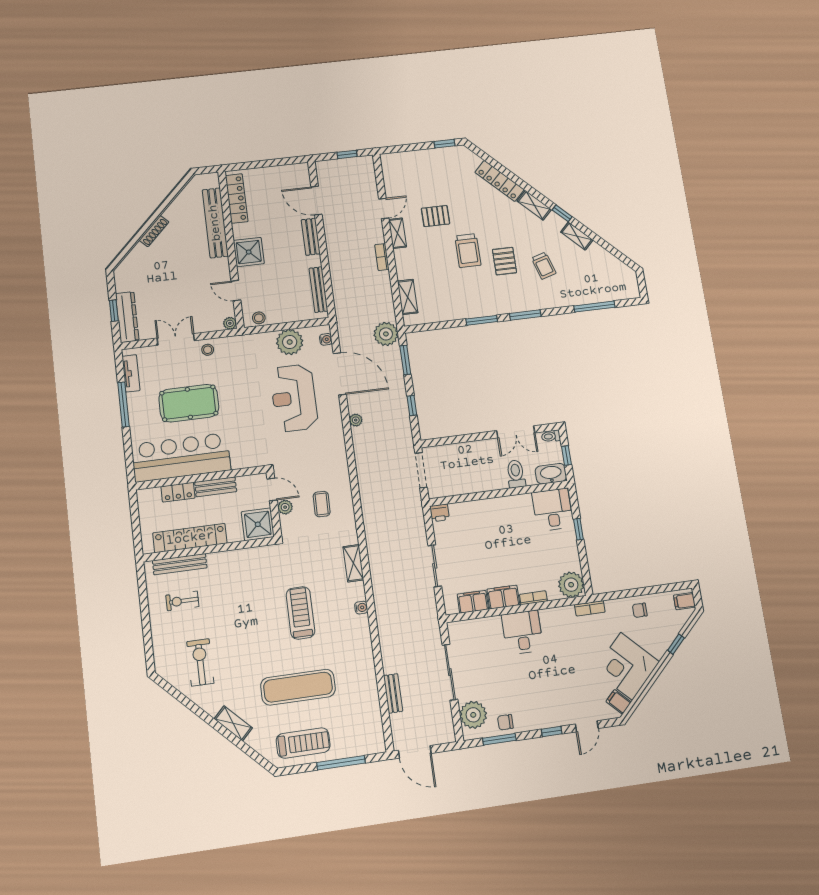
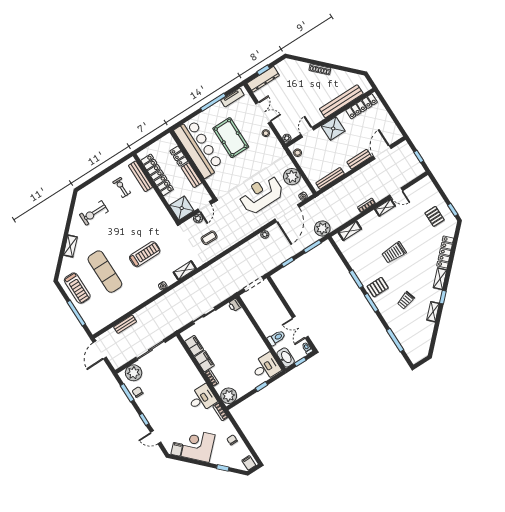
pallet: (436, 216) -> (435, 216), moved
pallet: (505, 261) -> (378, 287), moved
desk: (522, 632) -> (202, 399), moved
exercise bike: (200, 662) -> (94, 213), turned 180

